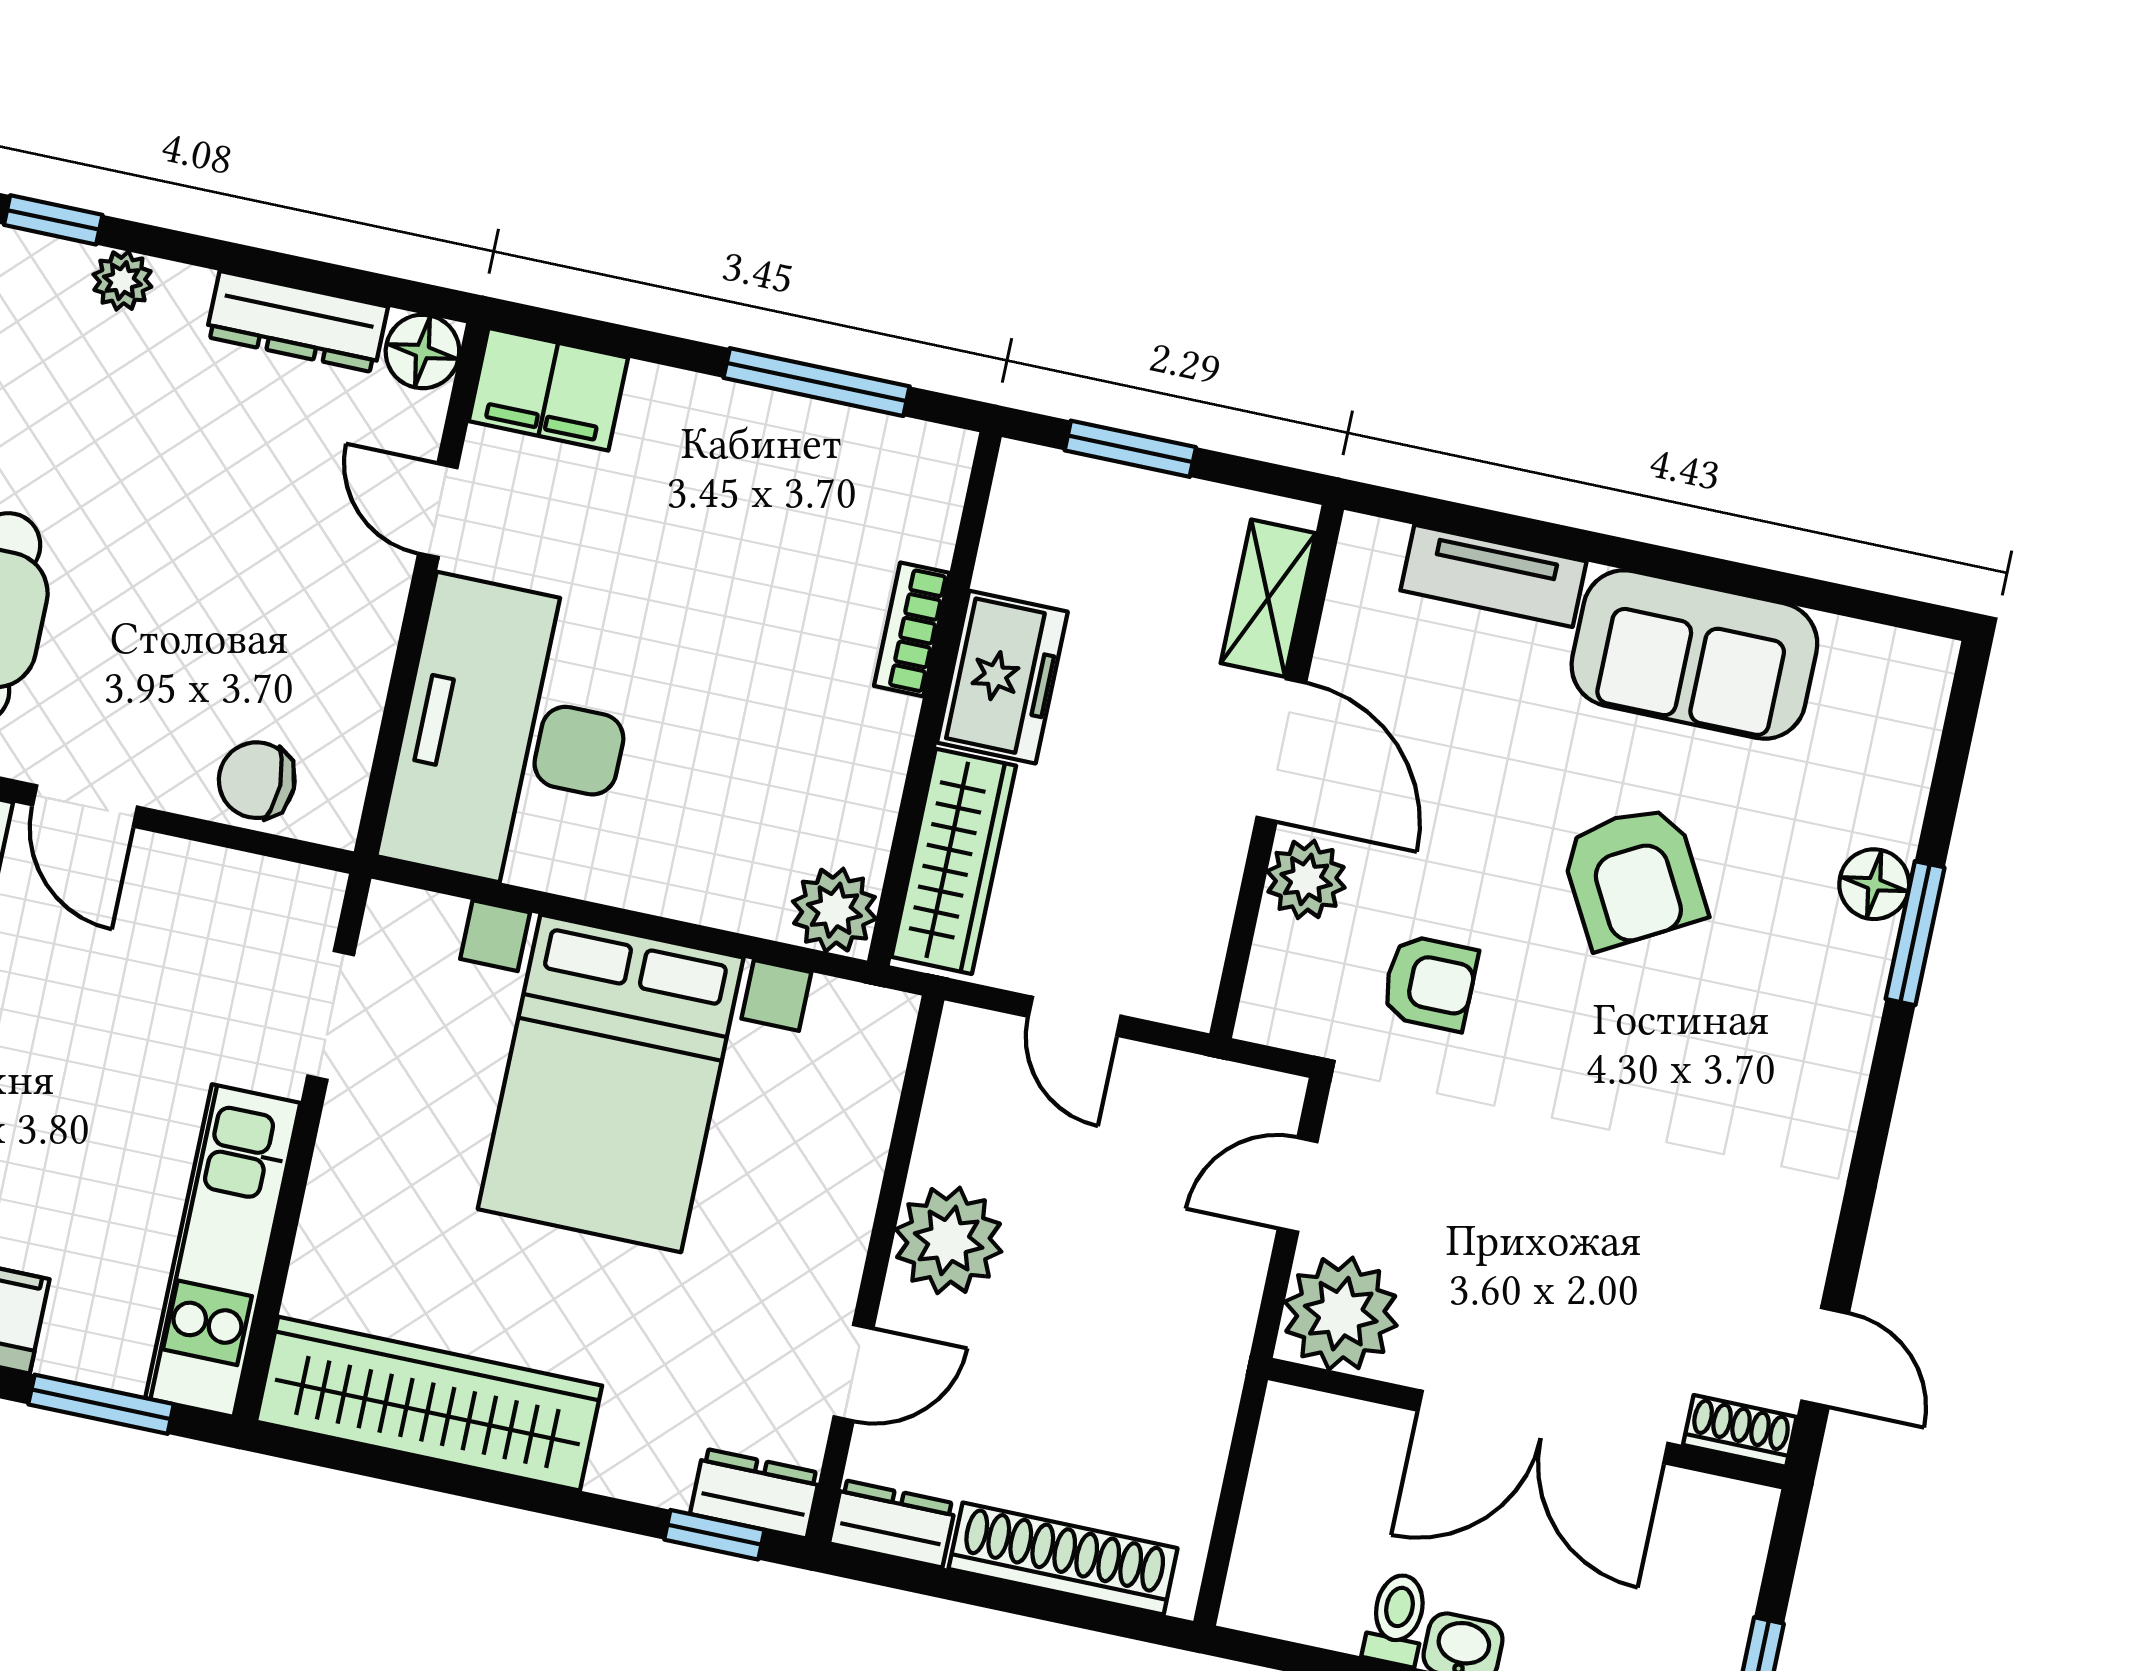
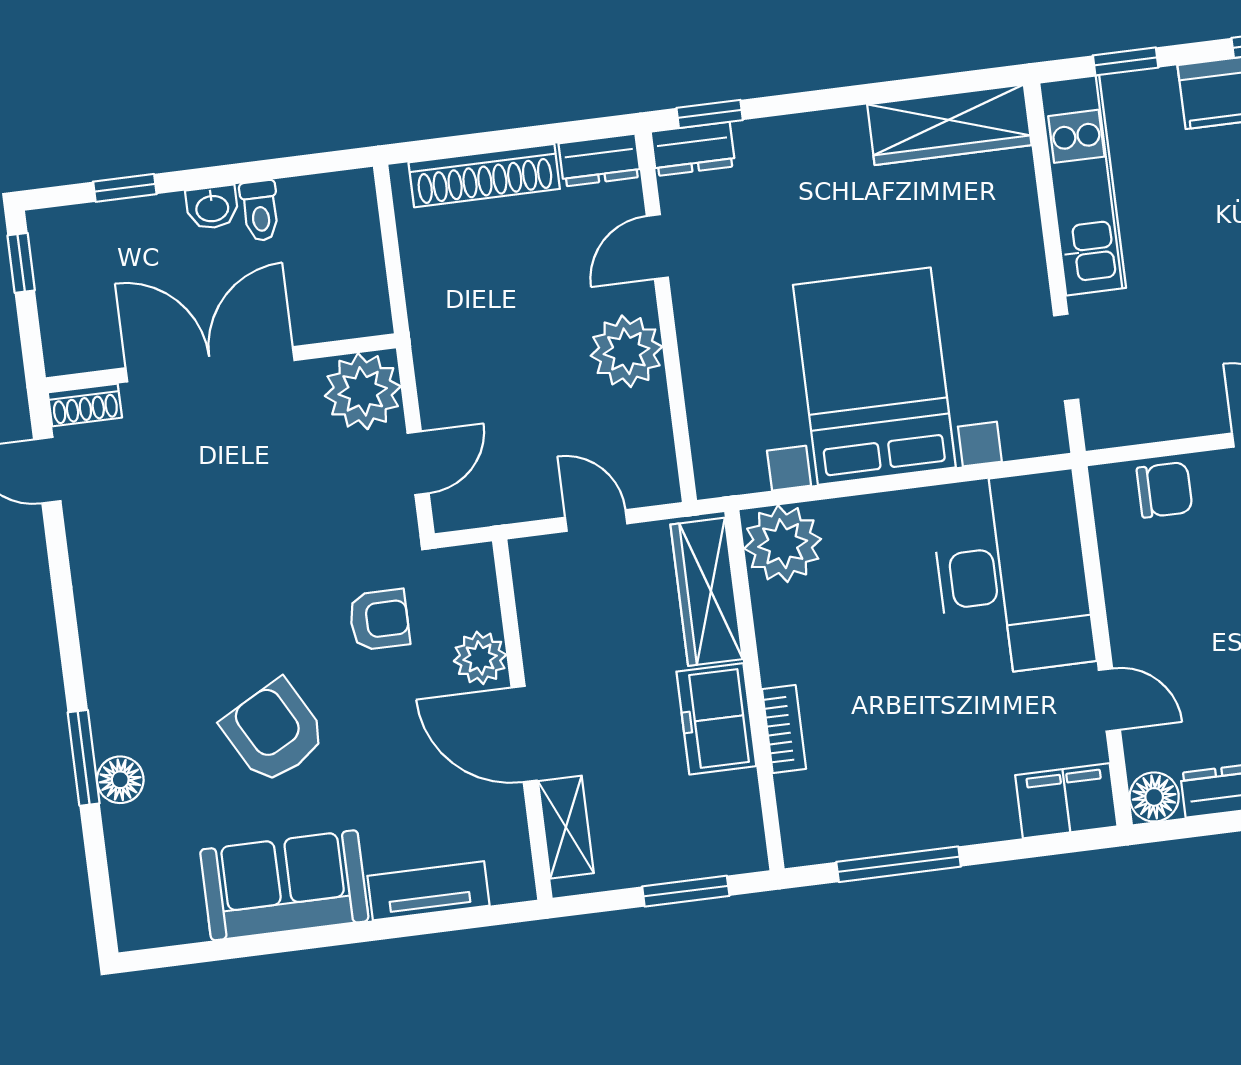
plant: (834, 910) -> (783, 544), width x1.36, depth x1.36
armchair: (1430, 983) -> (379, 620), turned 180
window: (101, 1404) -> (1126, 61), width x0.67
wardrobe: (429, 1404) -> (949, 125), width x0.71, depth x0.85

